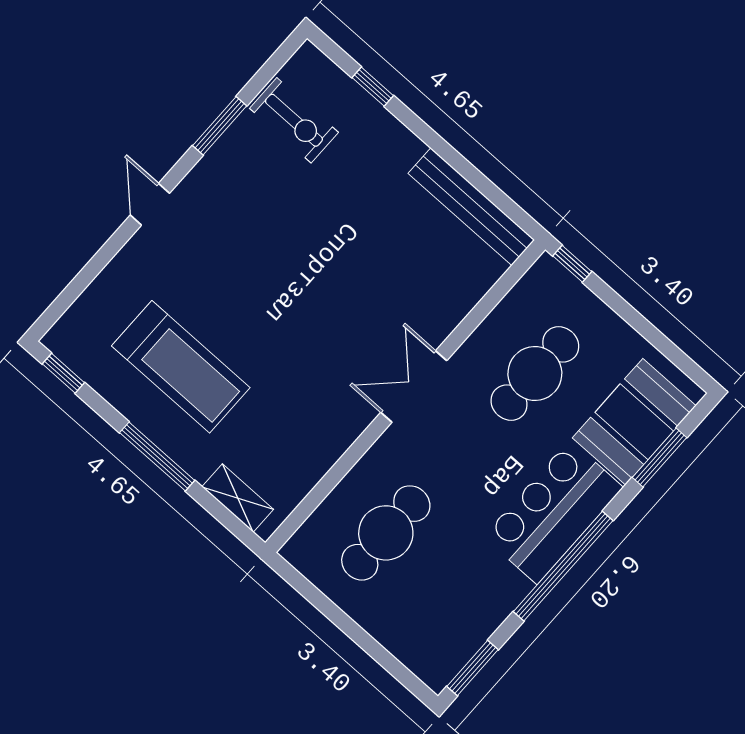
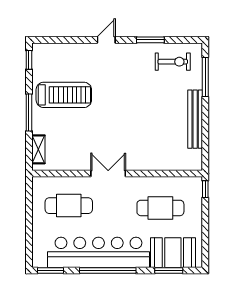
window: (373, 87) -> (205, 77), width x2.17
exercise bike: (294, 120) -> (173, 62), turned -90
bench: (471, 207) -> (195, 119), moved
treadmill: (181, 367) -> (64, 95), turned -90
double door: (414, 387) -> (108, 174), moved
bar counter: (553, 512) -> (98, 252), width x1.86

